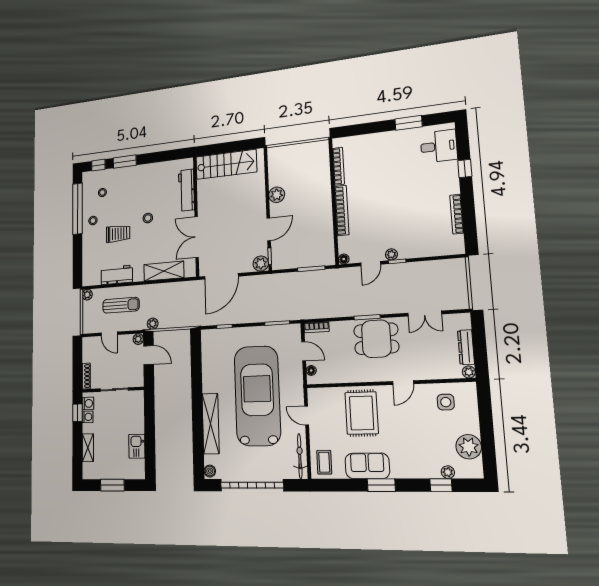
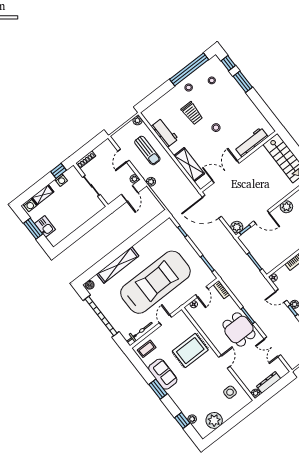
door: (403, 383) -> (224, 362), swing flipped
washing machine: (88, 403) -> (30, 205), moved
kitchen sink: (137, 446) -> (45, 226), moved, turned 90

